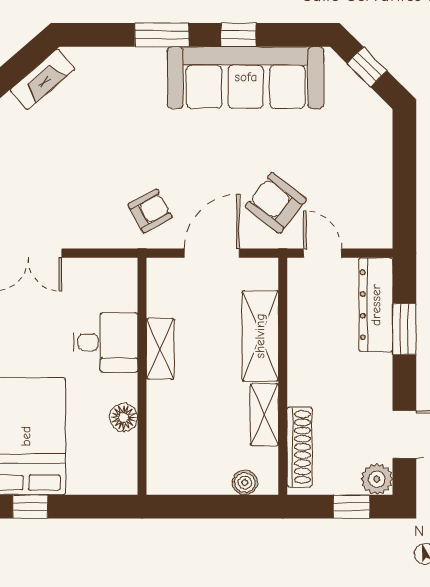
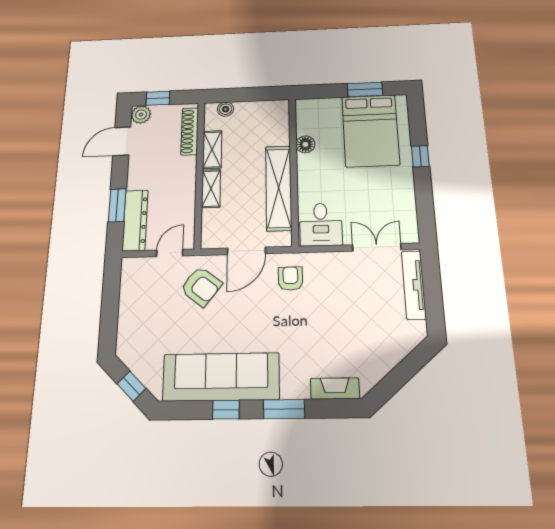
fireplace: (43, 79) -> (335, 389), moved, turned 41
armchair: (150, 211) -> (290, 279), turned 119
door: (322, 253) -> (170, 253), swing flipped
shelving: (260, 336) -> (211, 189), width x0.67, depth x0.75
desk: (105, 342) -> (321, 224), moved, turned -90
shelving: (160, 349) -> (279, 188), width x2.20, depth x1.33
window: (30, 507) -> (365, 89), width x1.50

